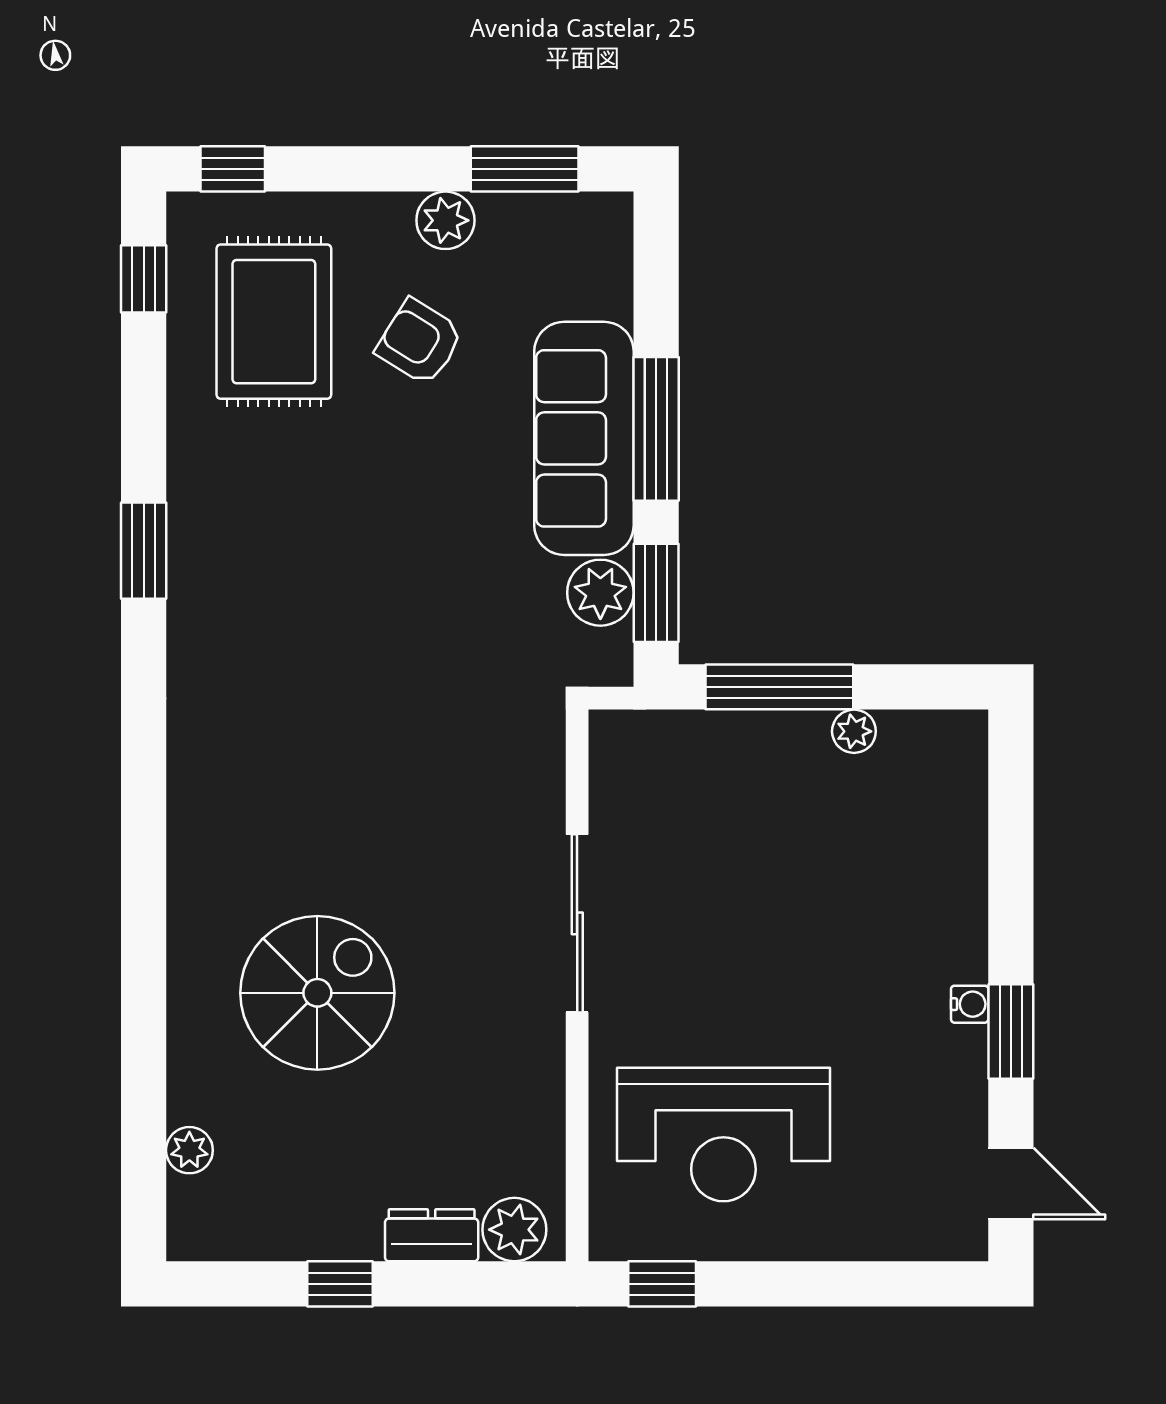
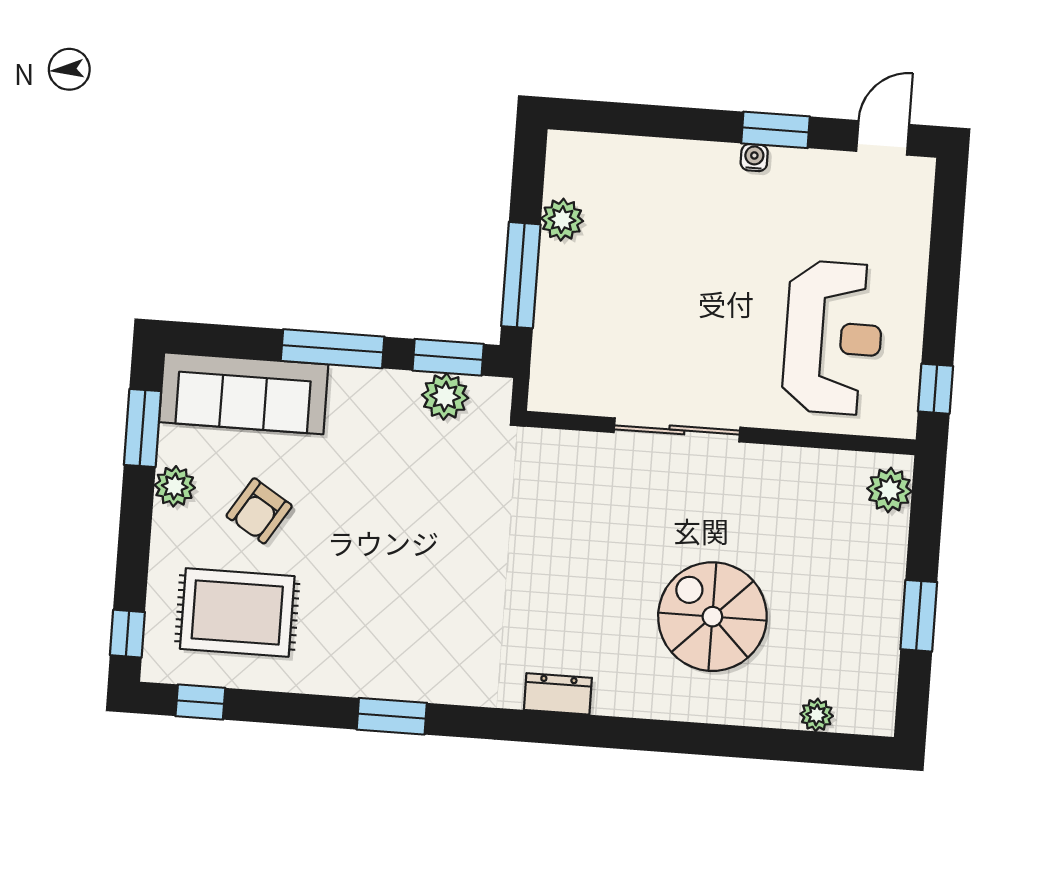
sofa: (584, 438) -> (244, 393), moved
plant: (854, 731) -> (562, 220), width x1.38, depth x1.38
dresser: (432, 1235) -> (558, 694), moved, turned 90
window: (340, 1284) -> (919, 616), width x1.50

